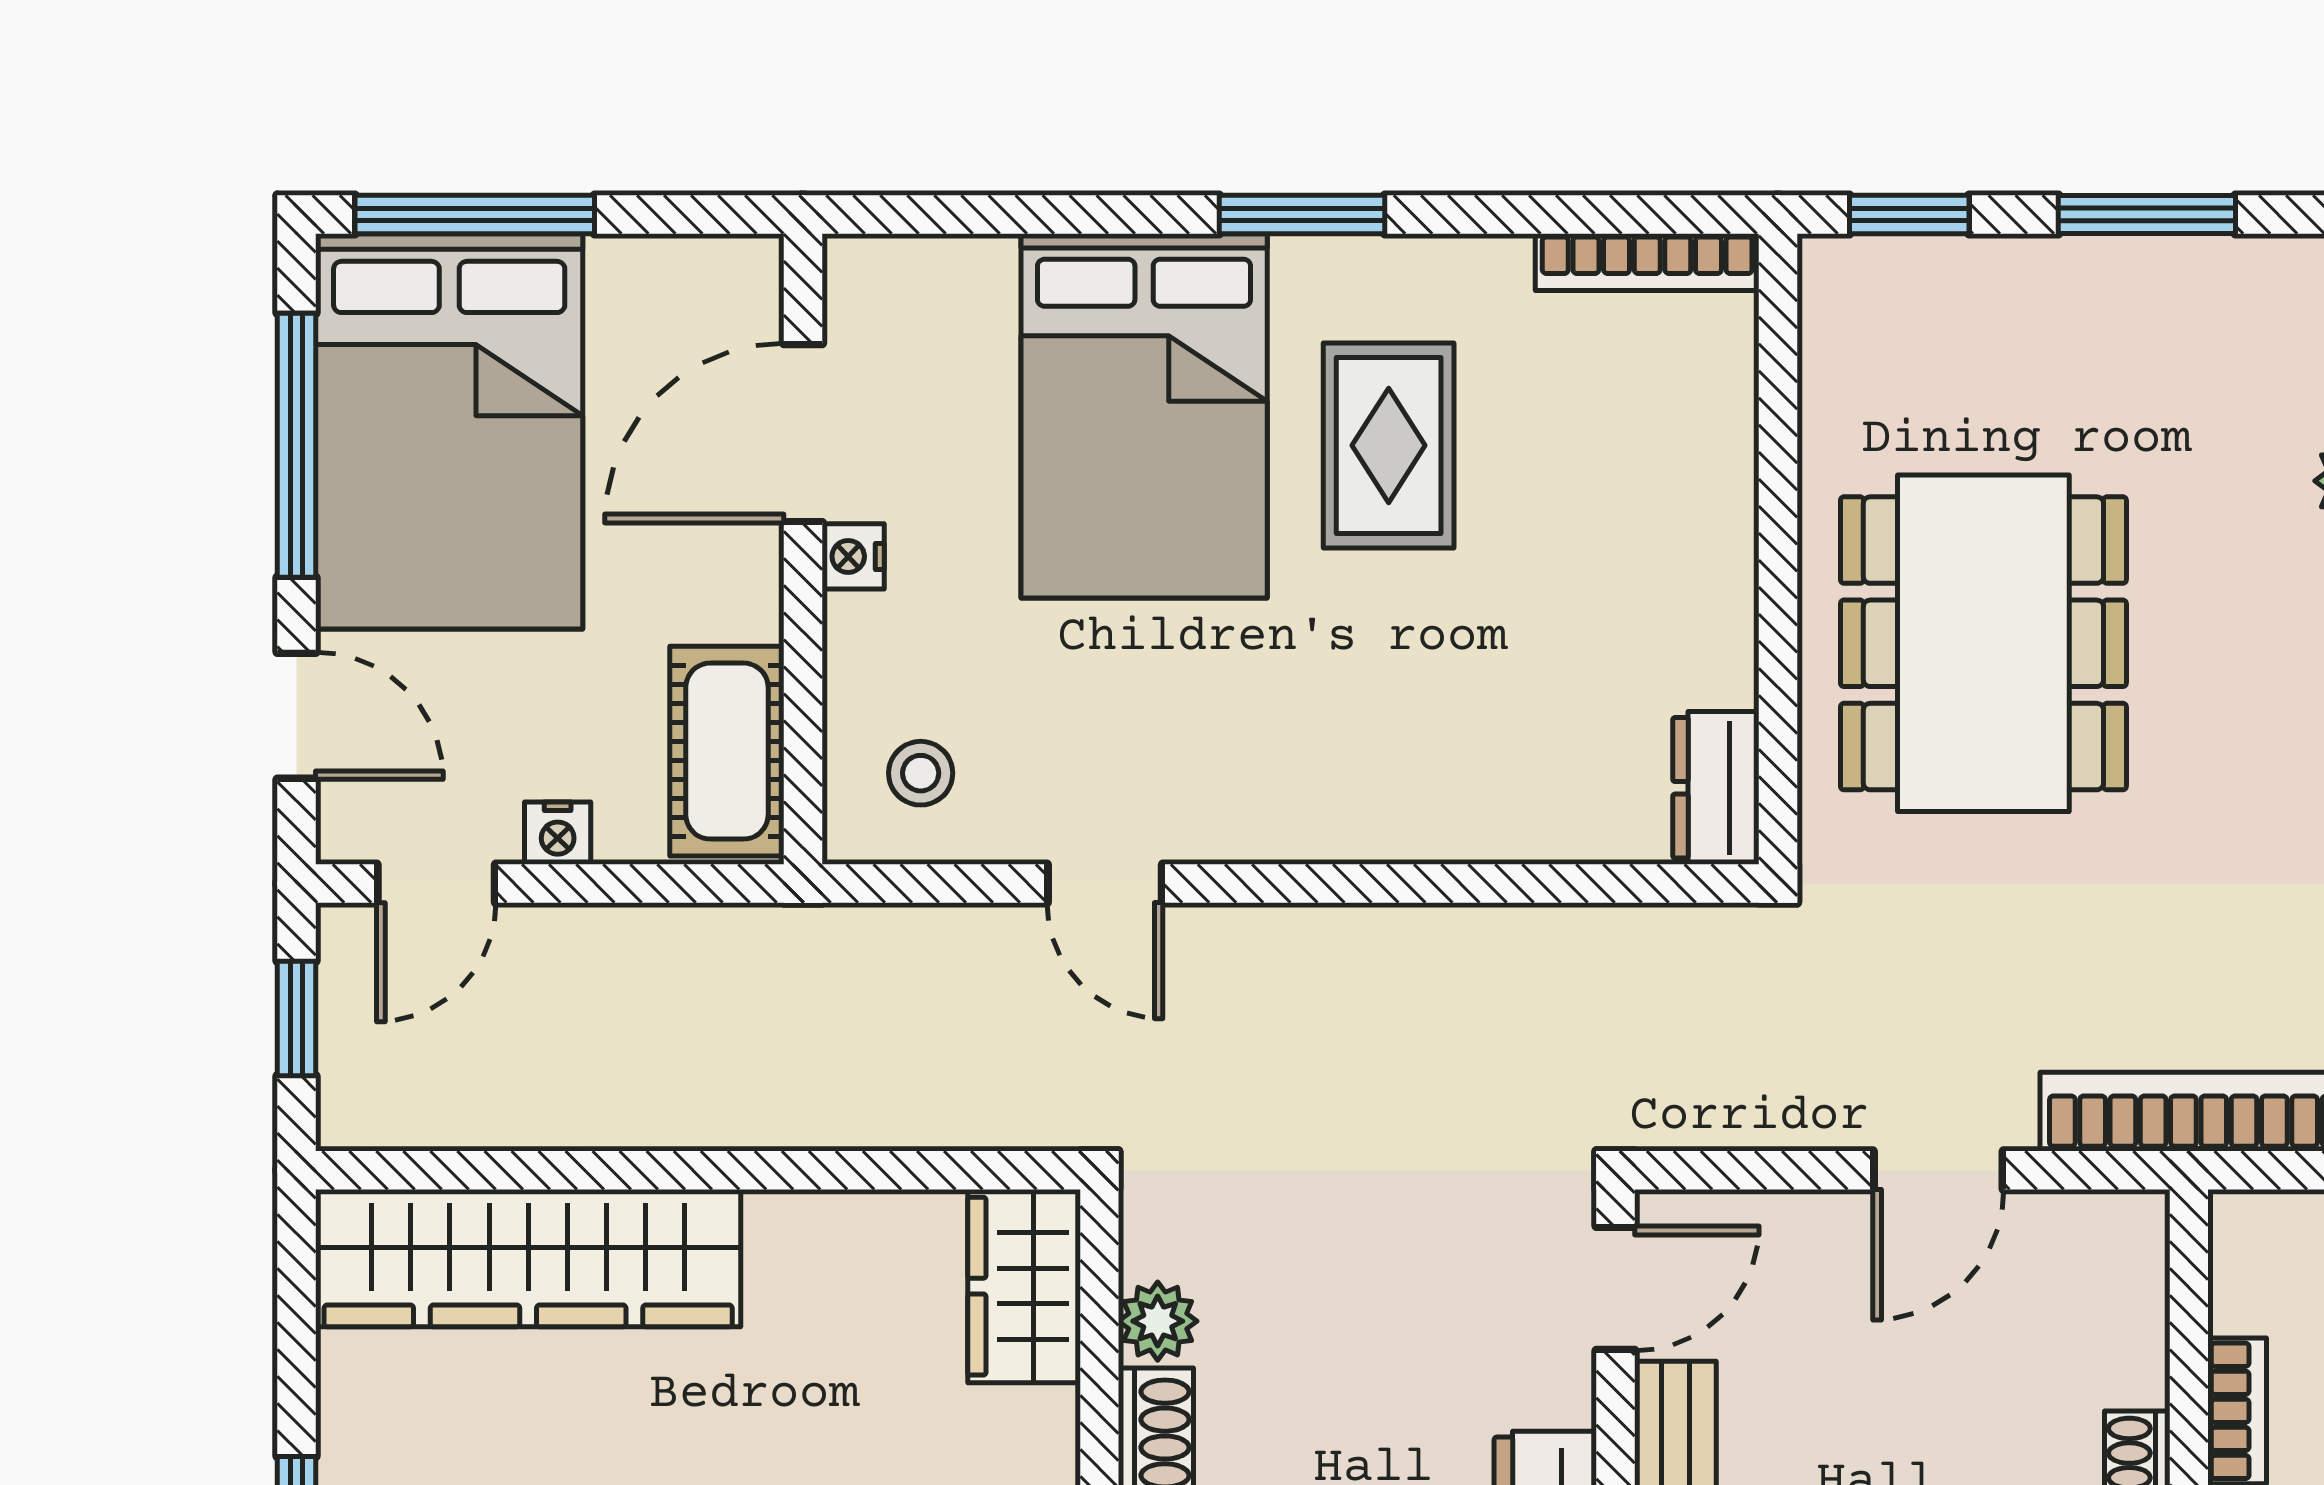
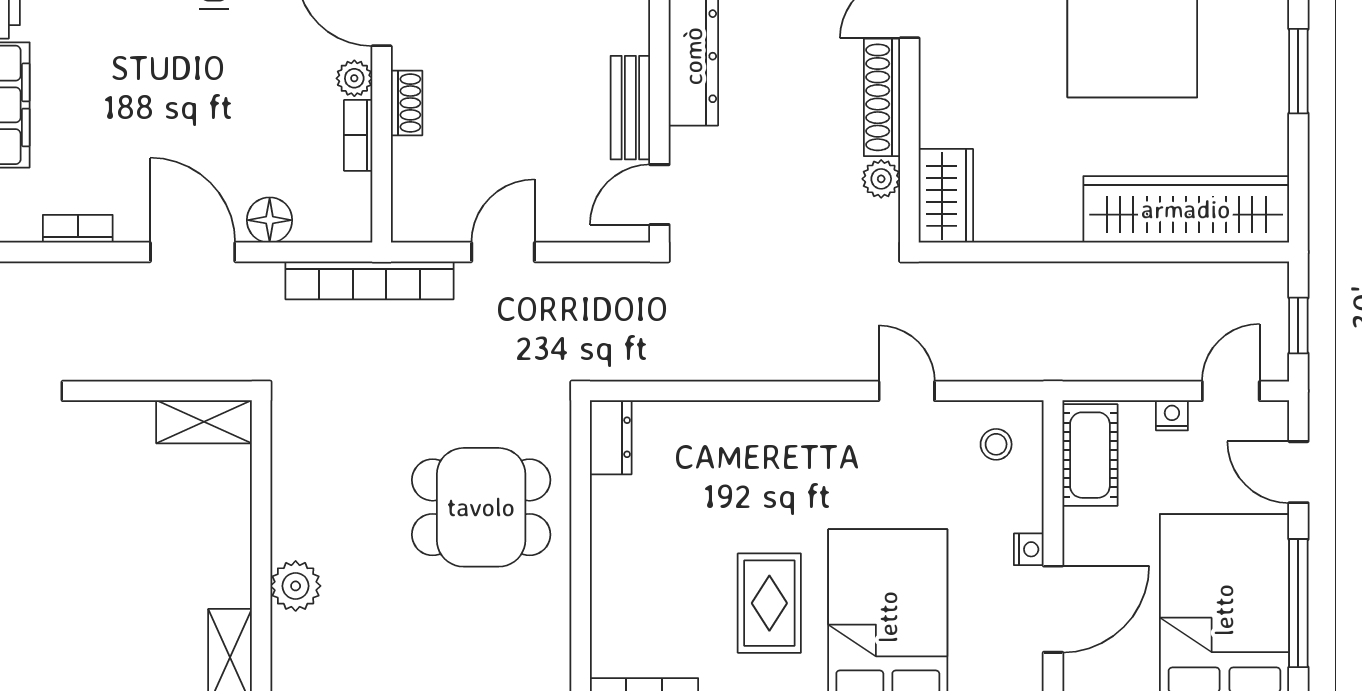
dining table: (1983, 643) -> (481, 507), width x0.73

